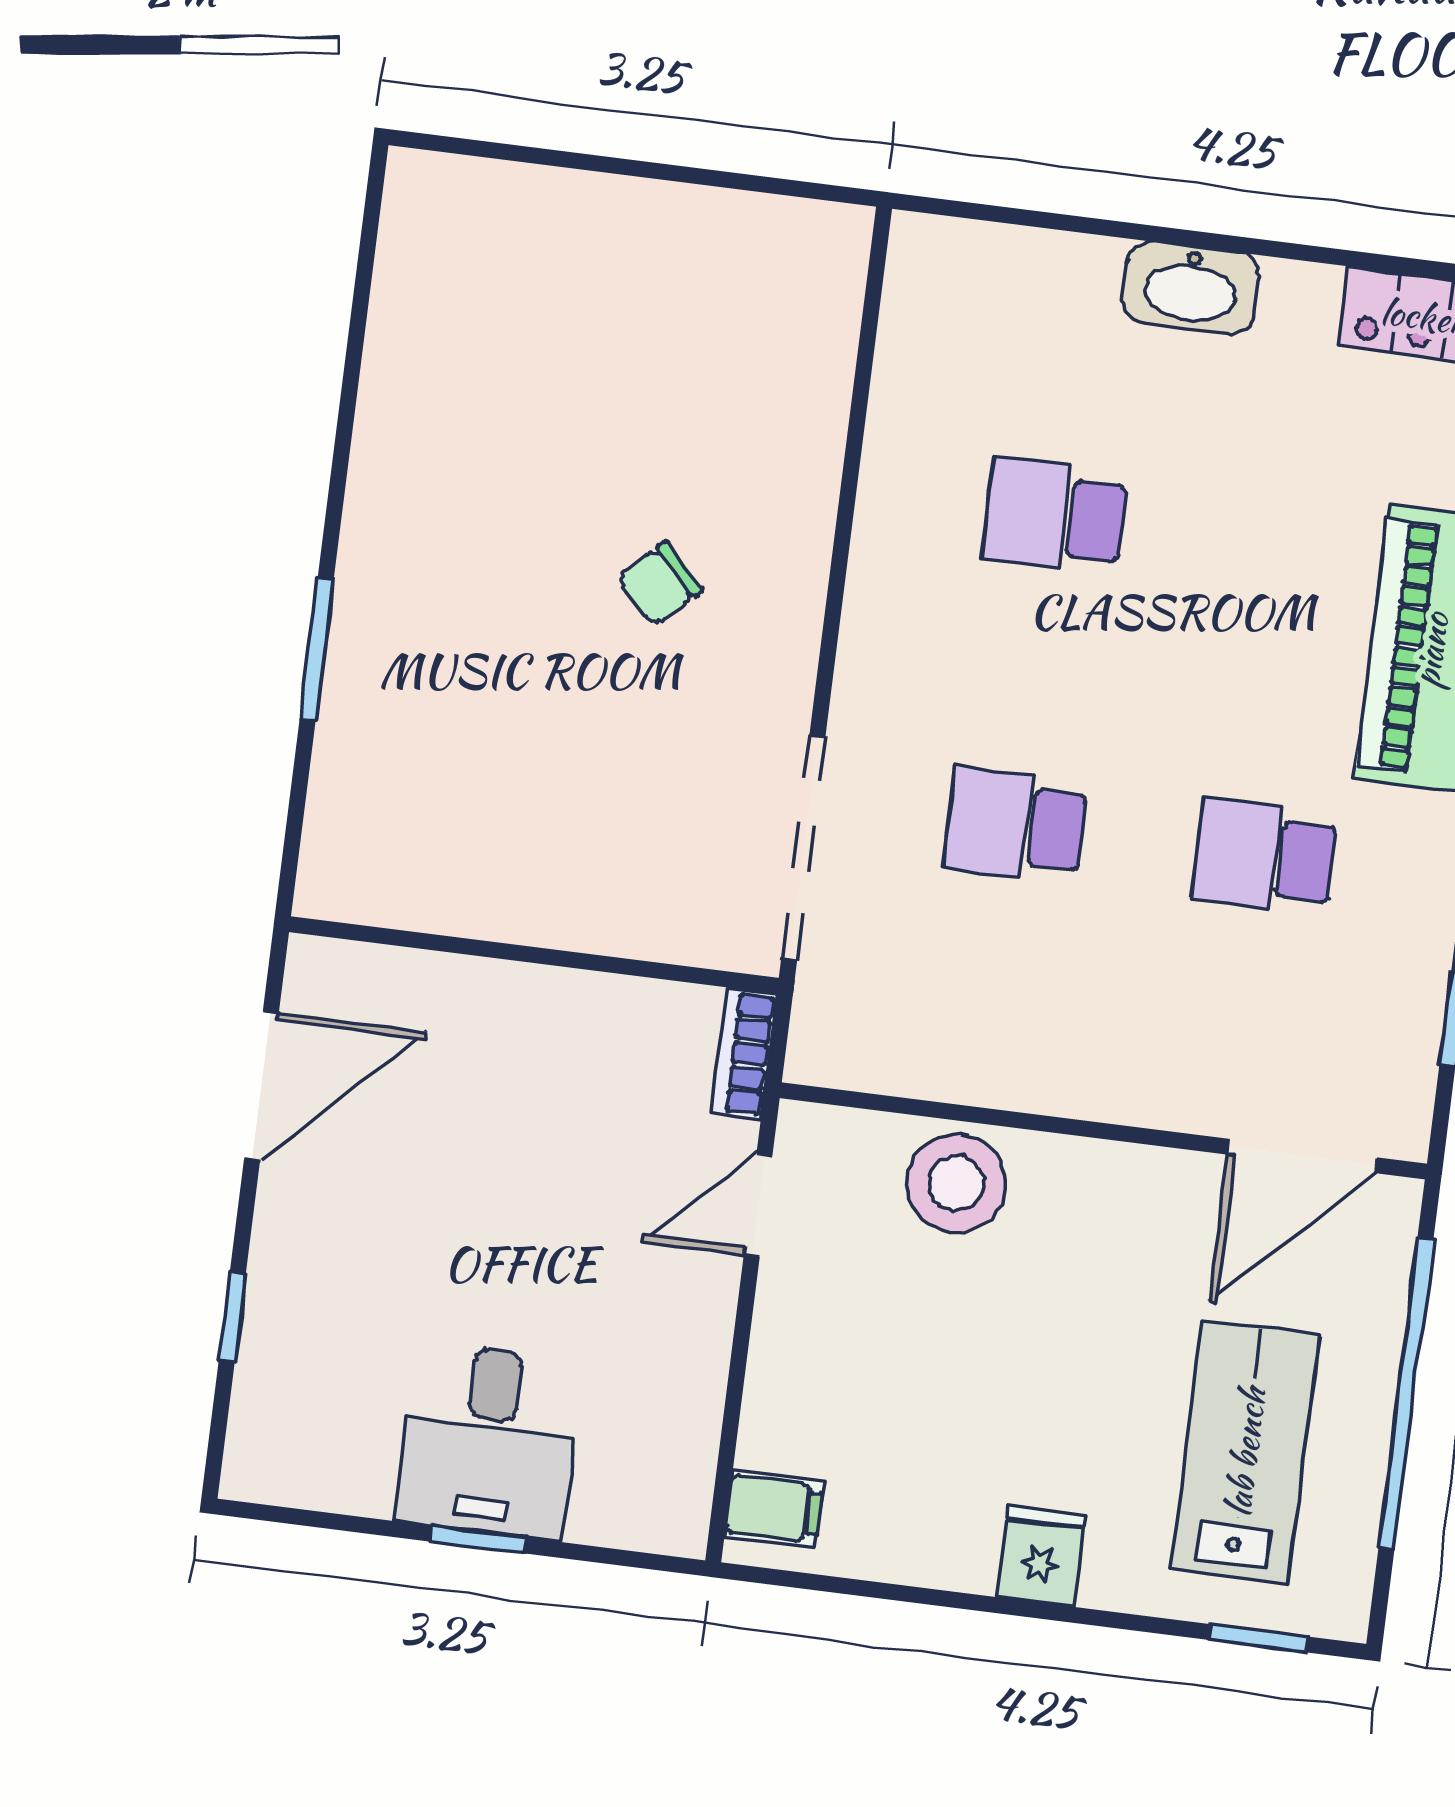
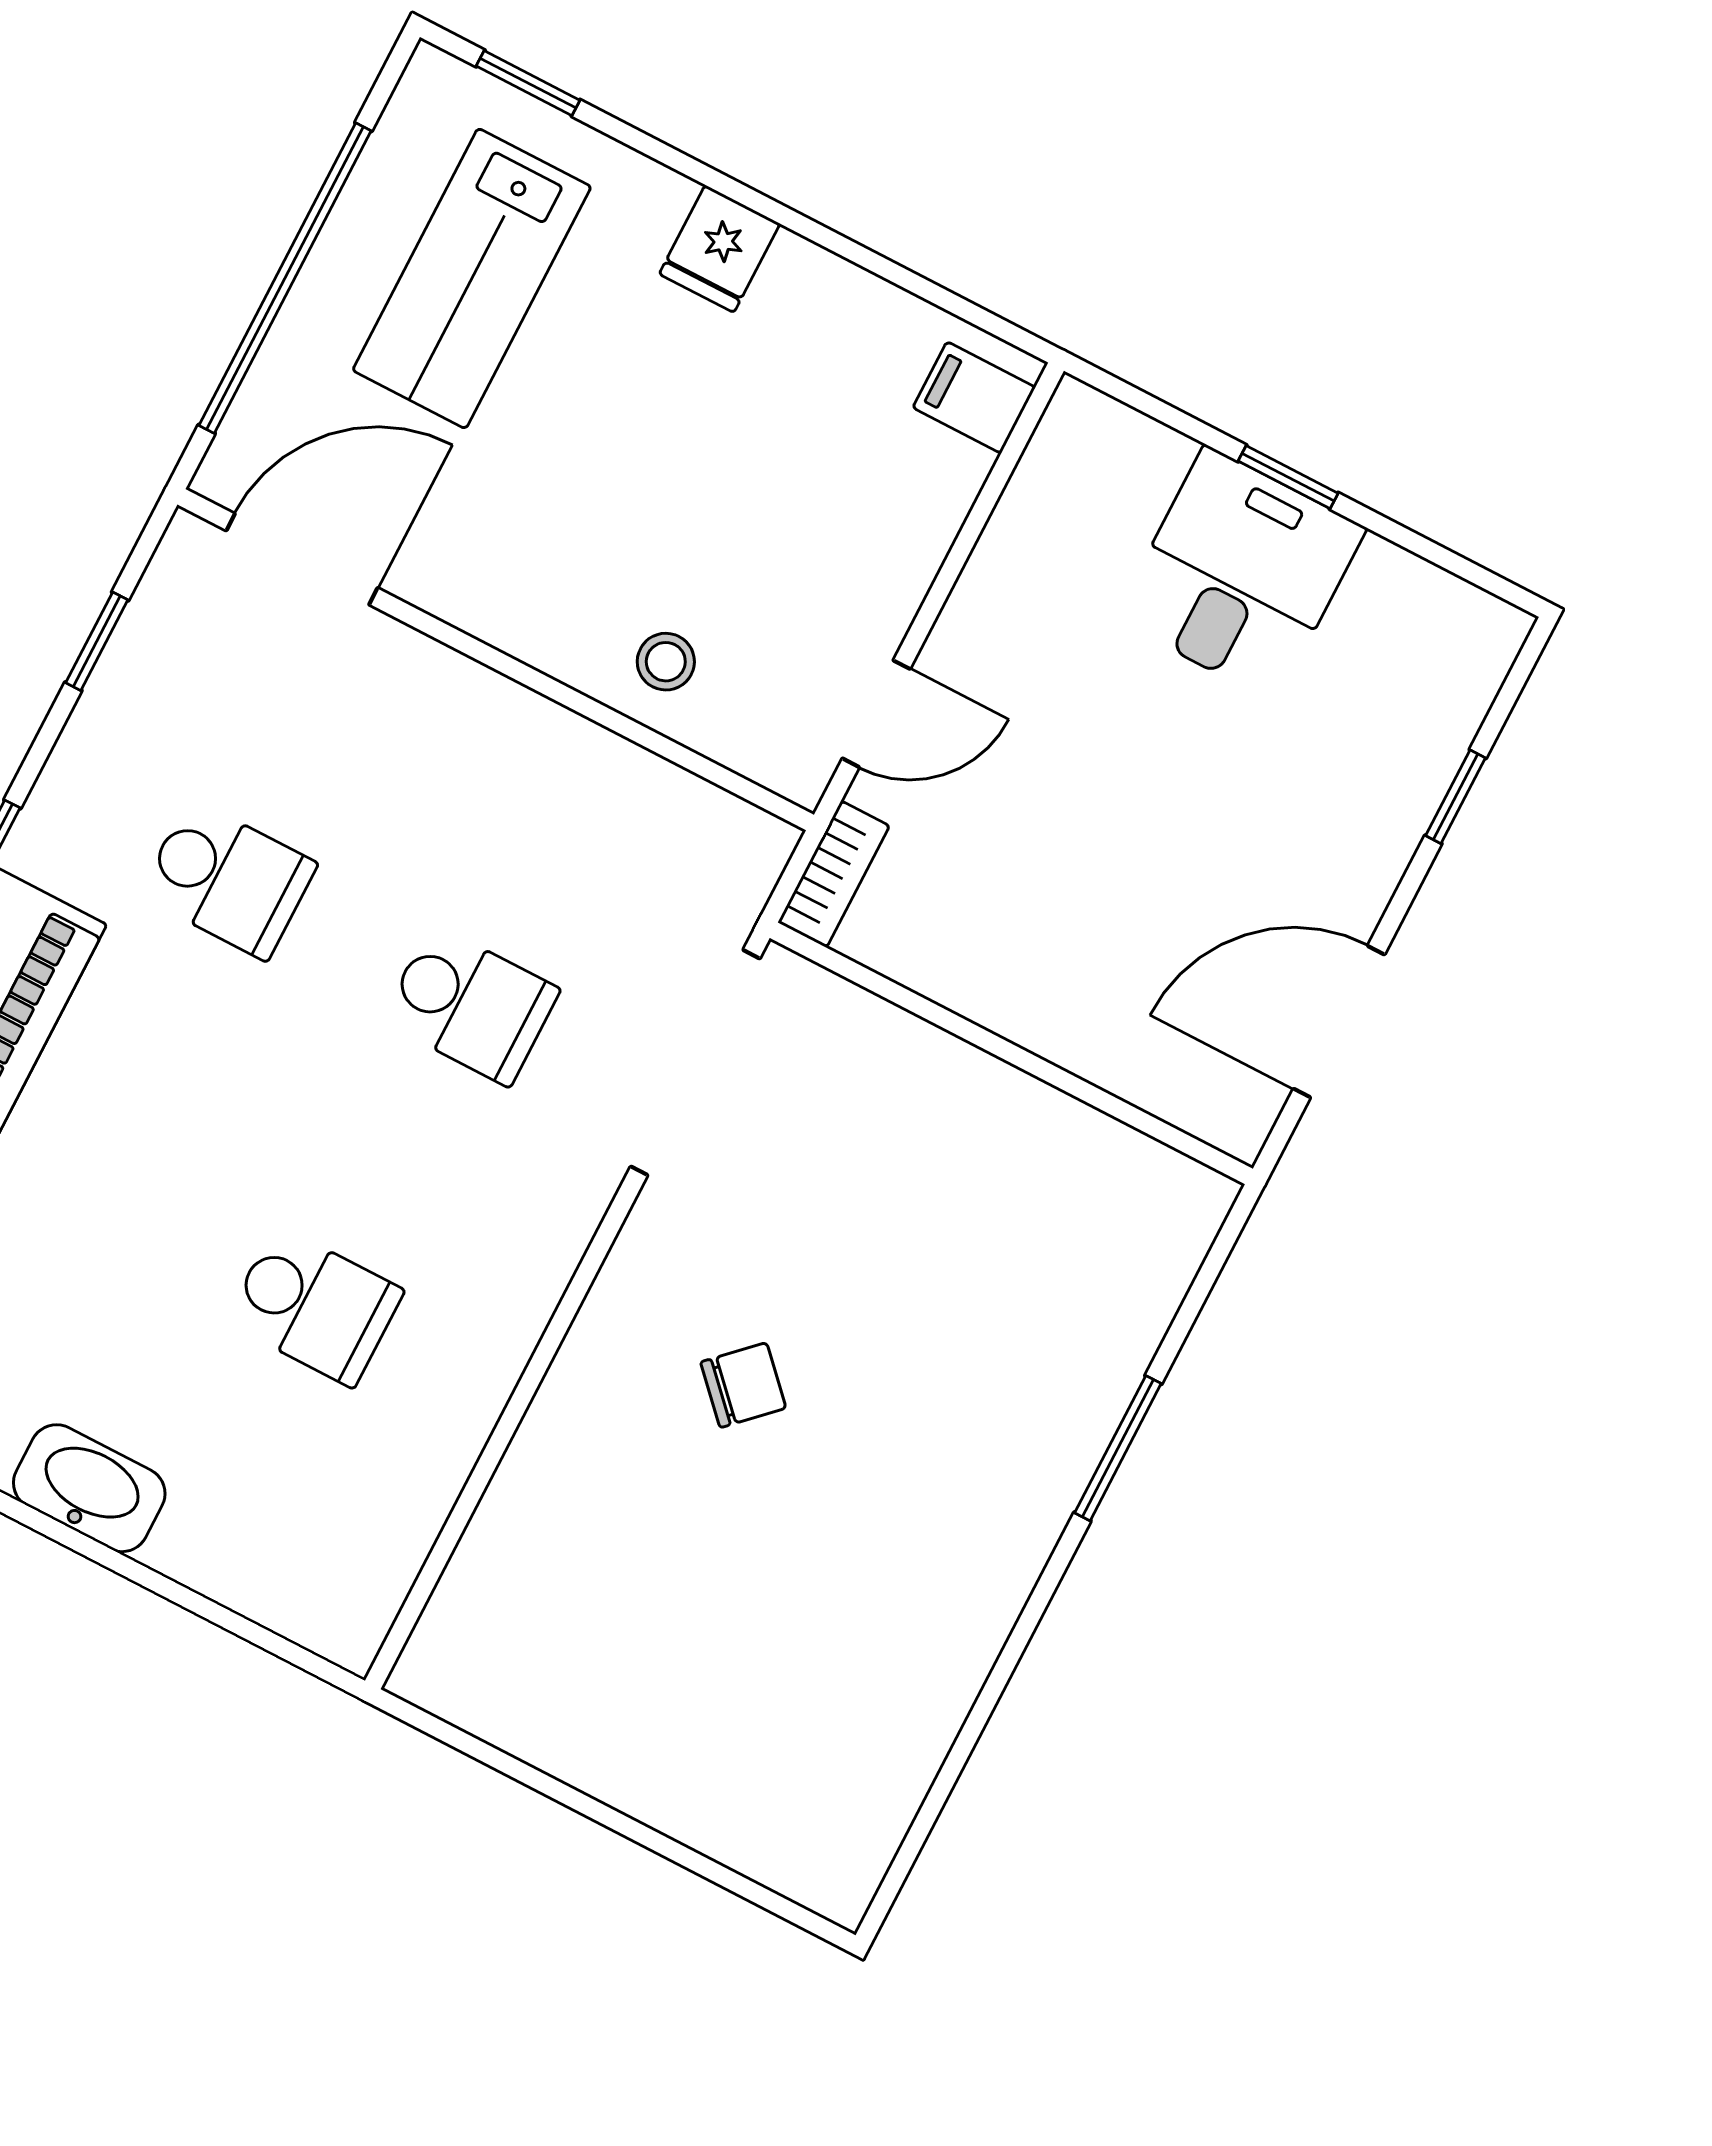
stool: (956, 1183) -> (666, 662), width x0.53, depth x0.53

